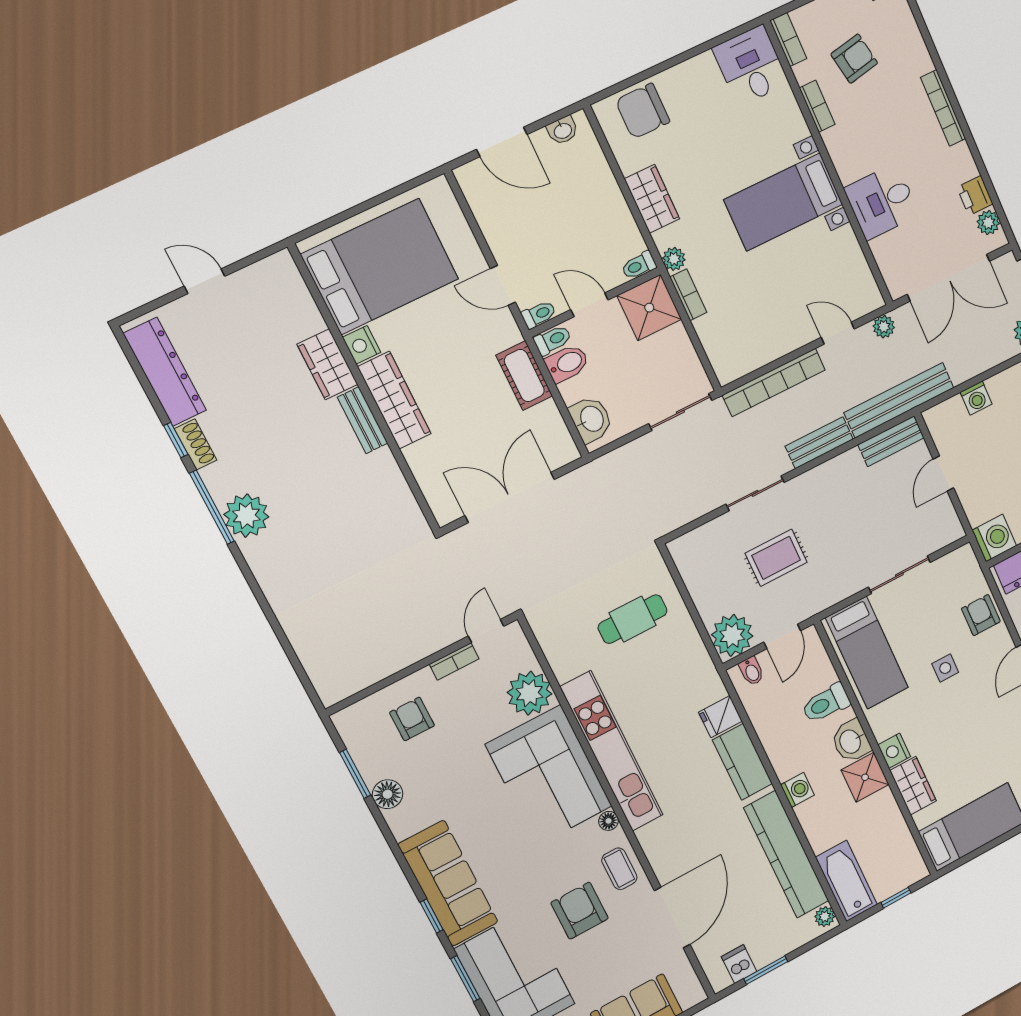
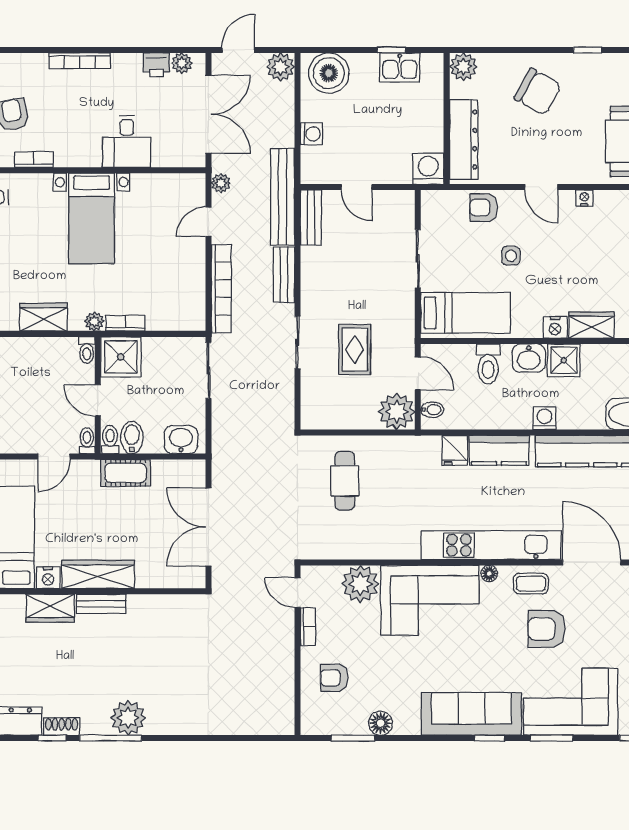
door: (589, 305) -> (98, 400), hinge flipped
kitchen unit: (612, 751) -> (491, 545), moved

